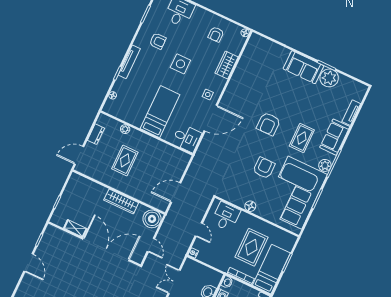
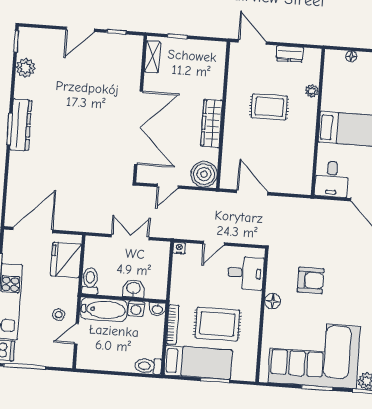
armchair: (264, 168) -> (311, 280), moved
shelving: (75, 228) -> (152, 57), moved

